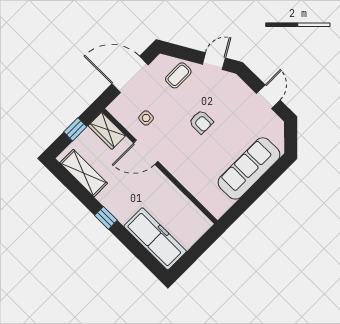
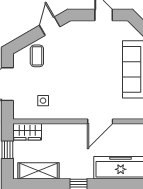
armchair: (201, 122) -> (78, 70), removed
door: (146, 152) -> (100, 121), moved

